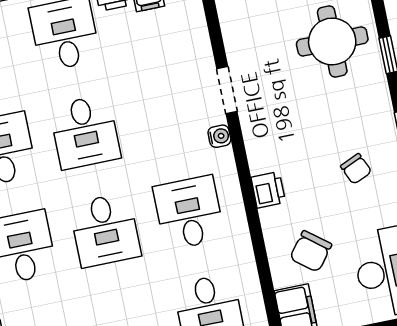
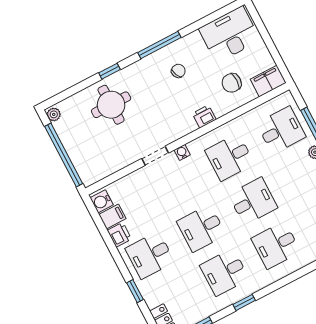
desk: (85, 132) -> (201, 228), turned 180
chair: (311, 251) -> (232, 83), turned 142

